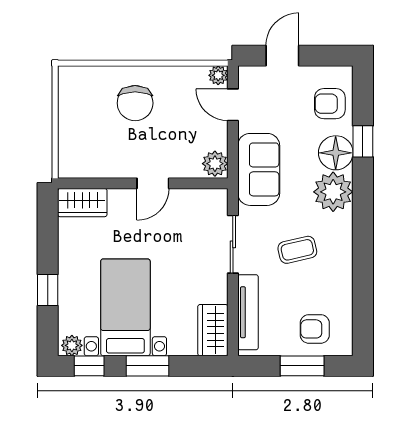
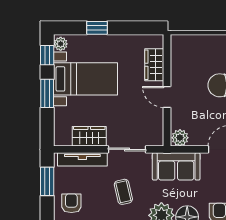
wardrobe: (82, 203) -> (154, 65), moved
wardrobe: (213, 330) -> (89, 136), moved
window: (302, 366) -> (47, 181), moved

